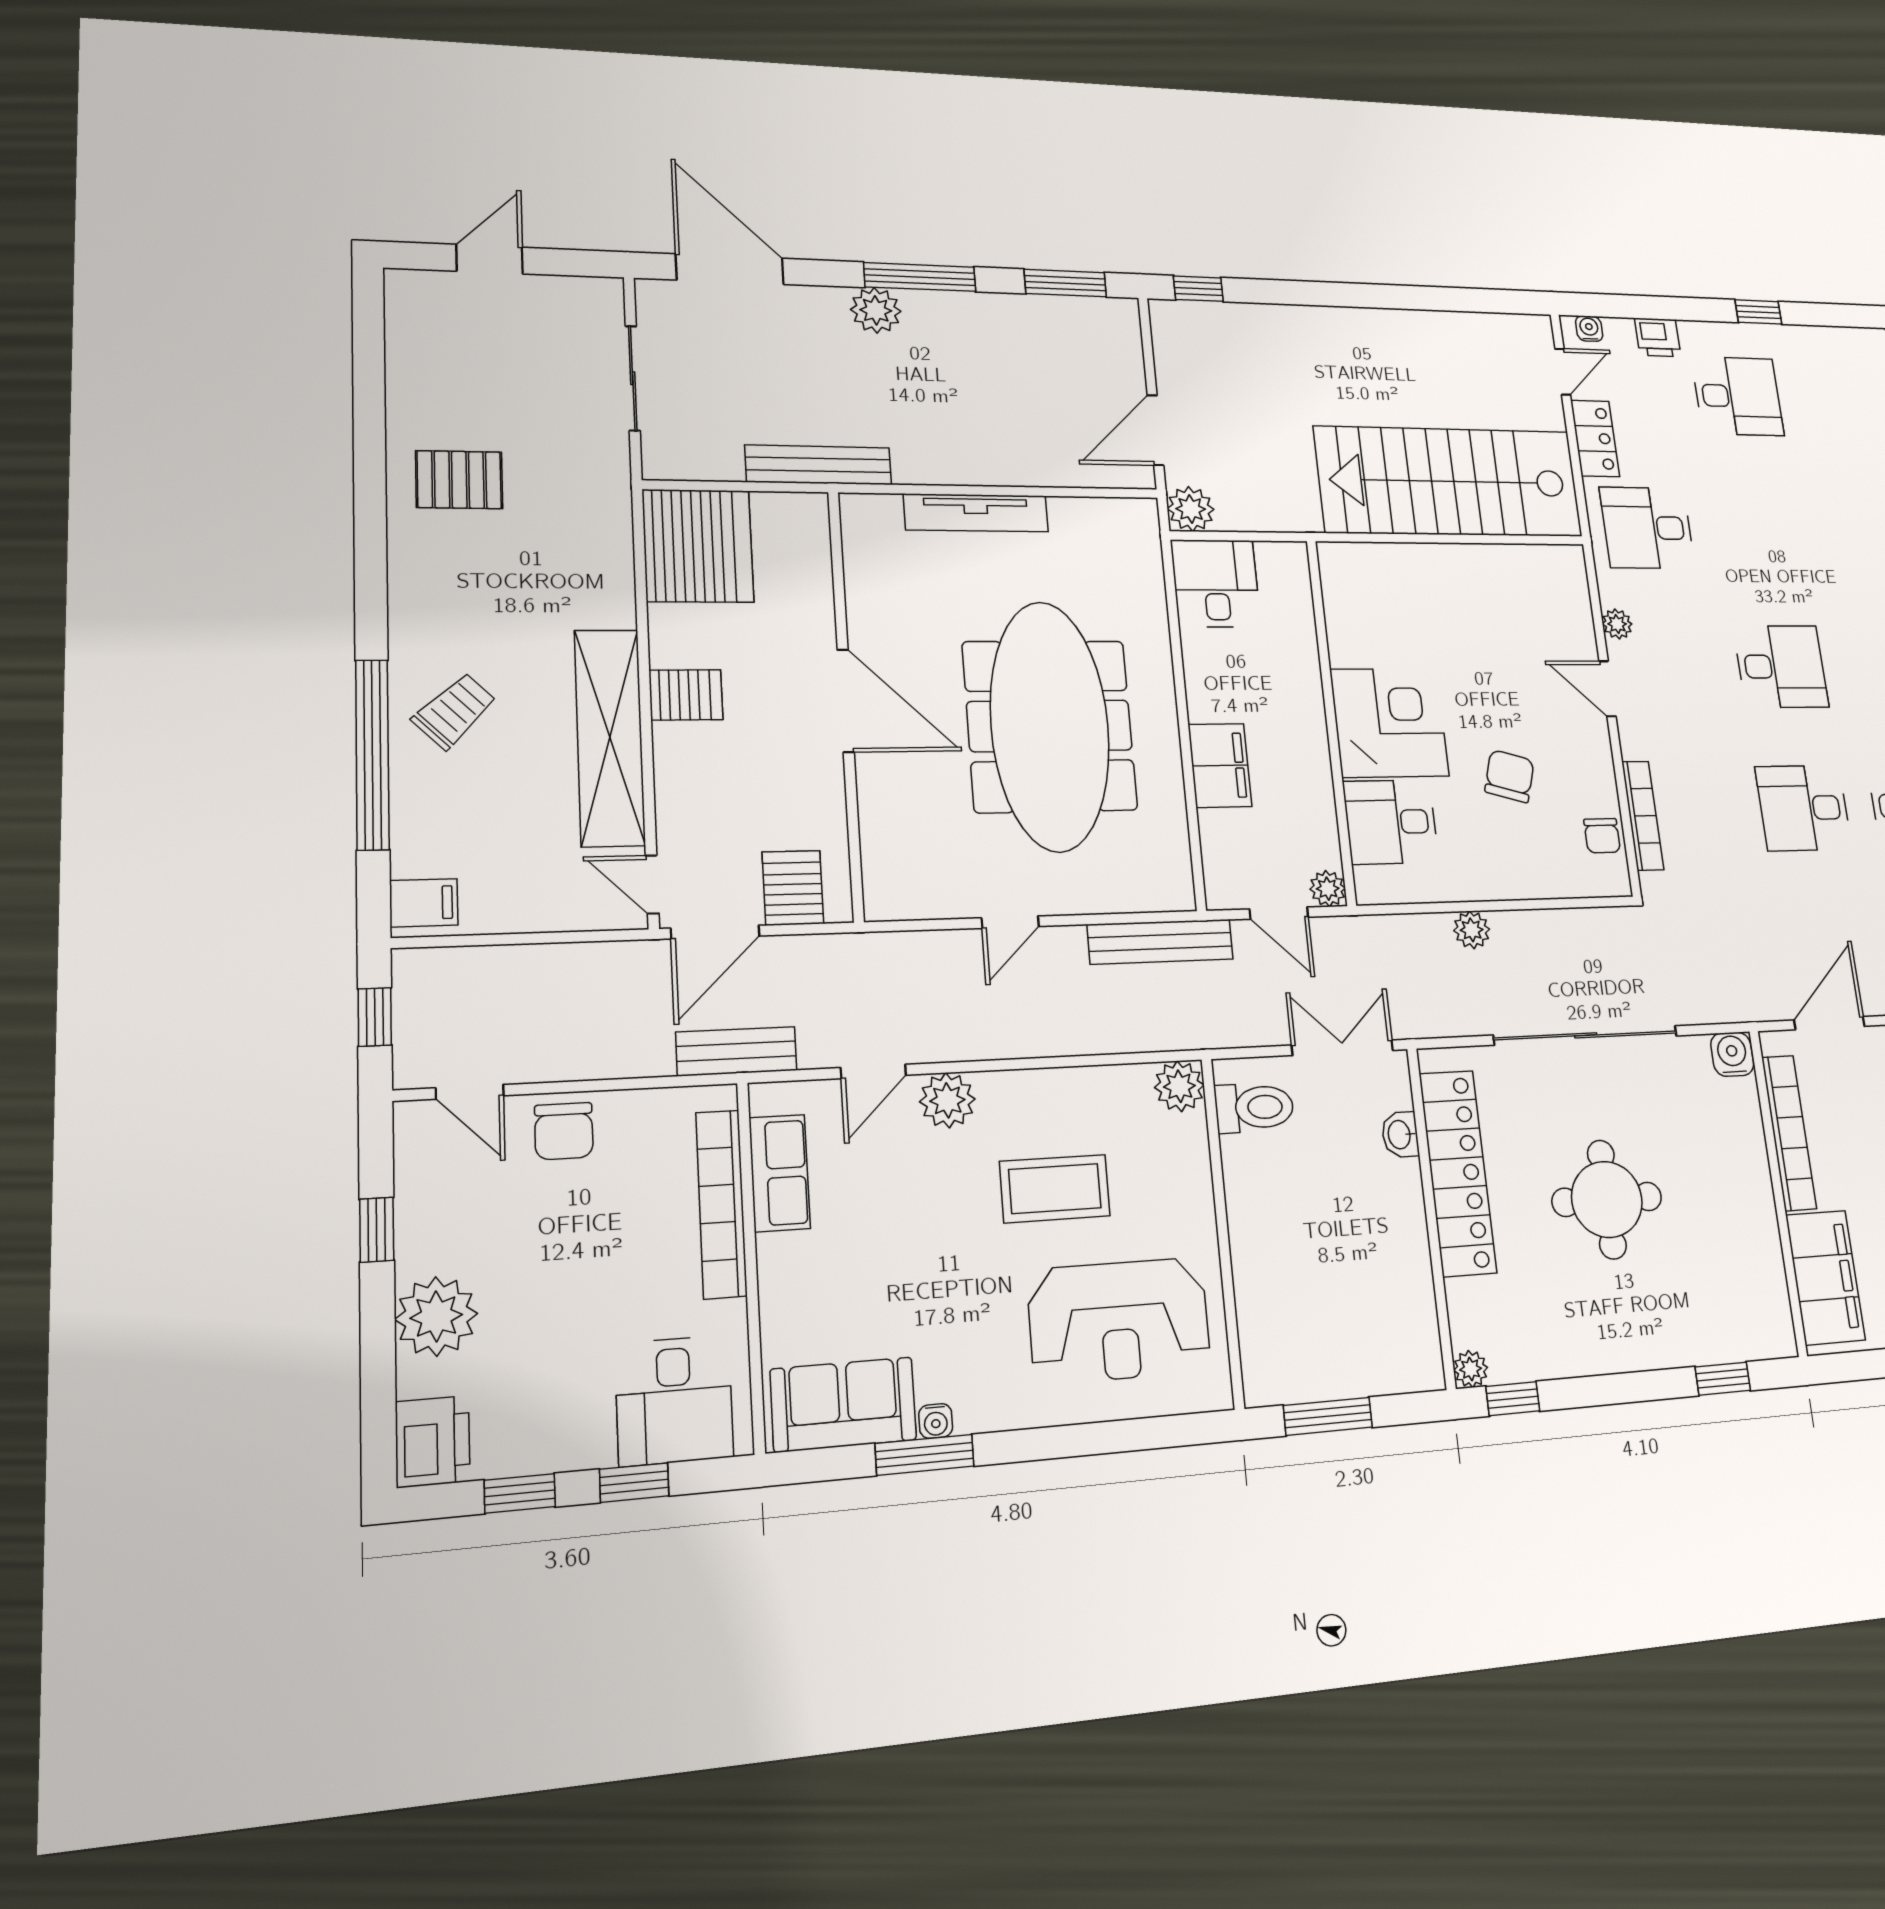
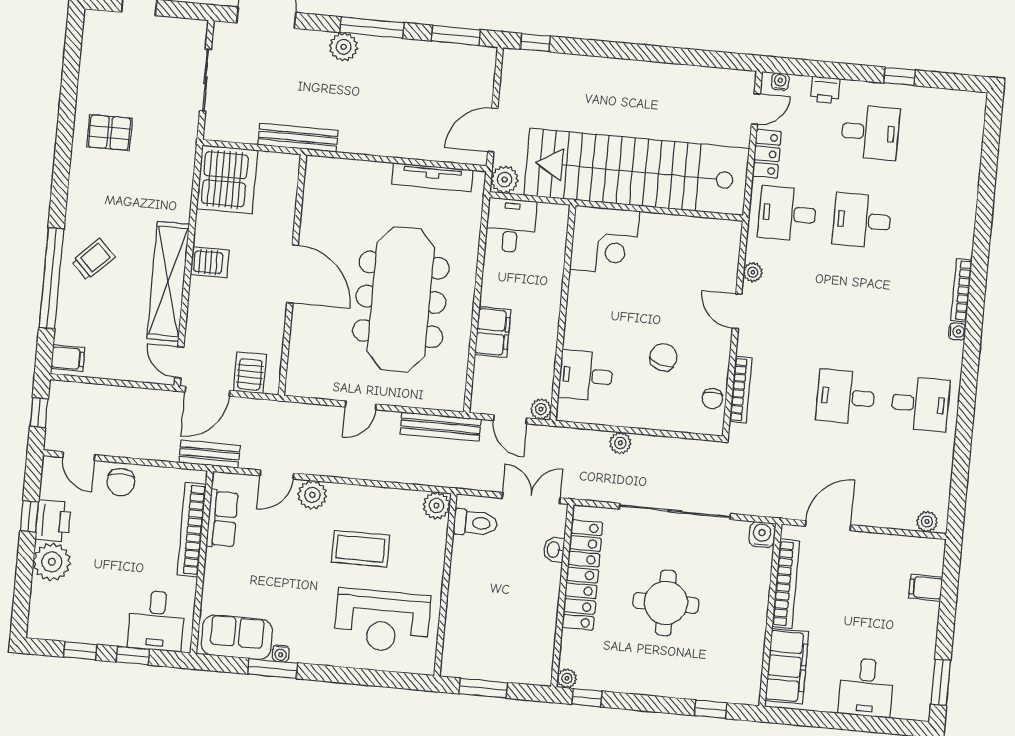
stairs: (1449, 482) -> (637, 172), width x1.36
tv unit: (976, 513) -> (432, 177), moved
desk: (1781, 667) -> (862, 221), moved, turned 180
corner desk: (1389, 723) -> (605, 240), moved, turned 90
printer: (433, 1442) -> (53, 521), moved

